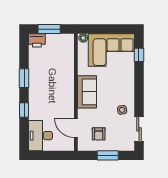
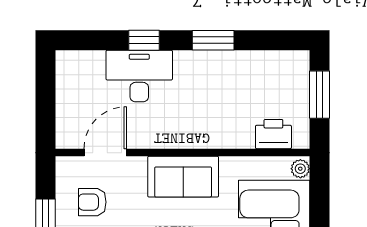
printer: (37, 40) -> (273, 134), moved, turned 90
desk: (41, 136) -> (139, 76), moved

